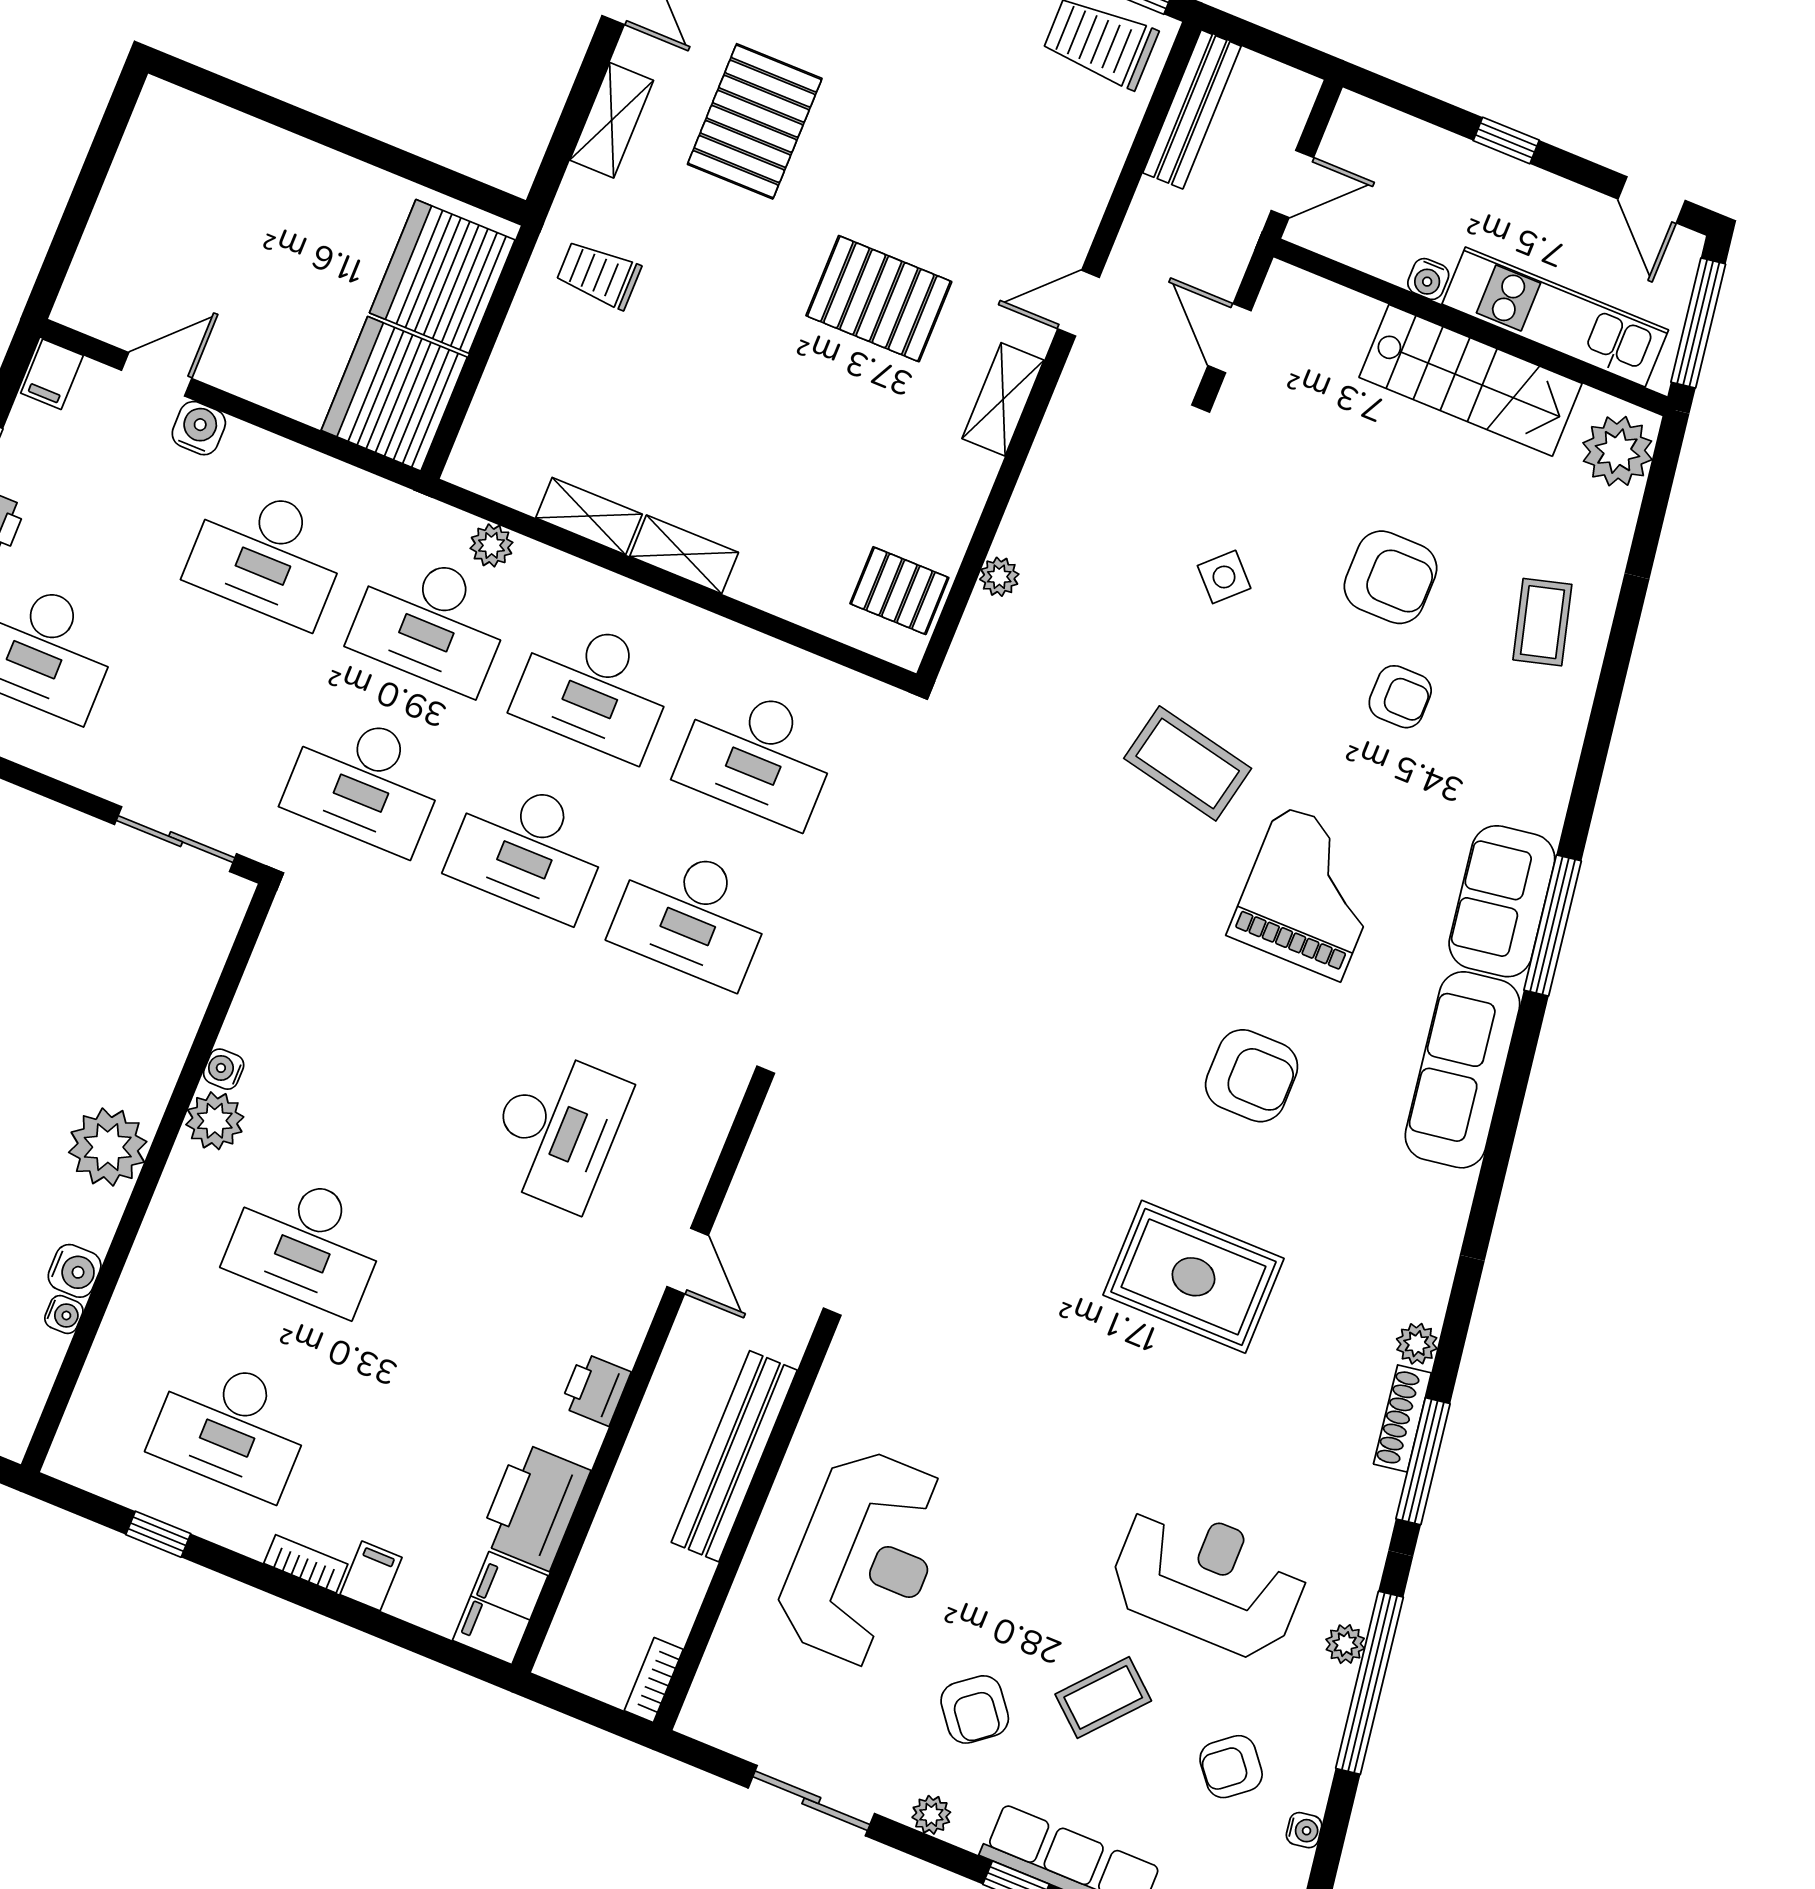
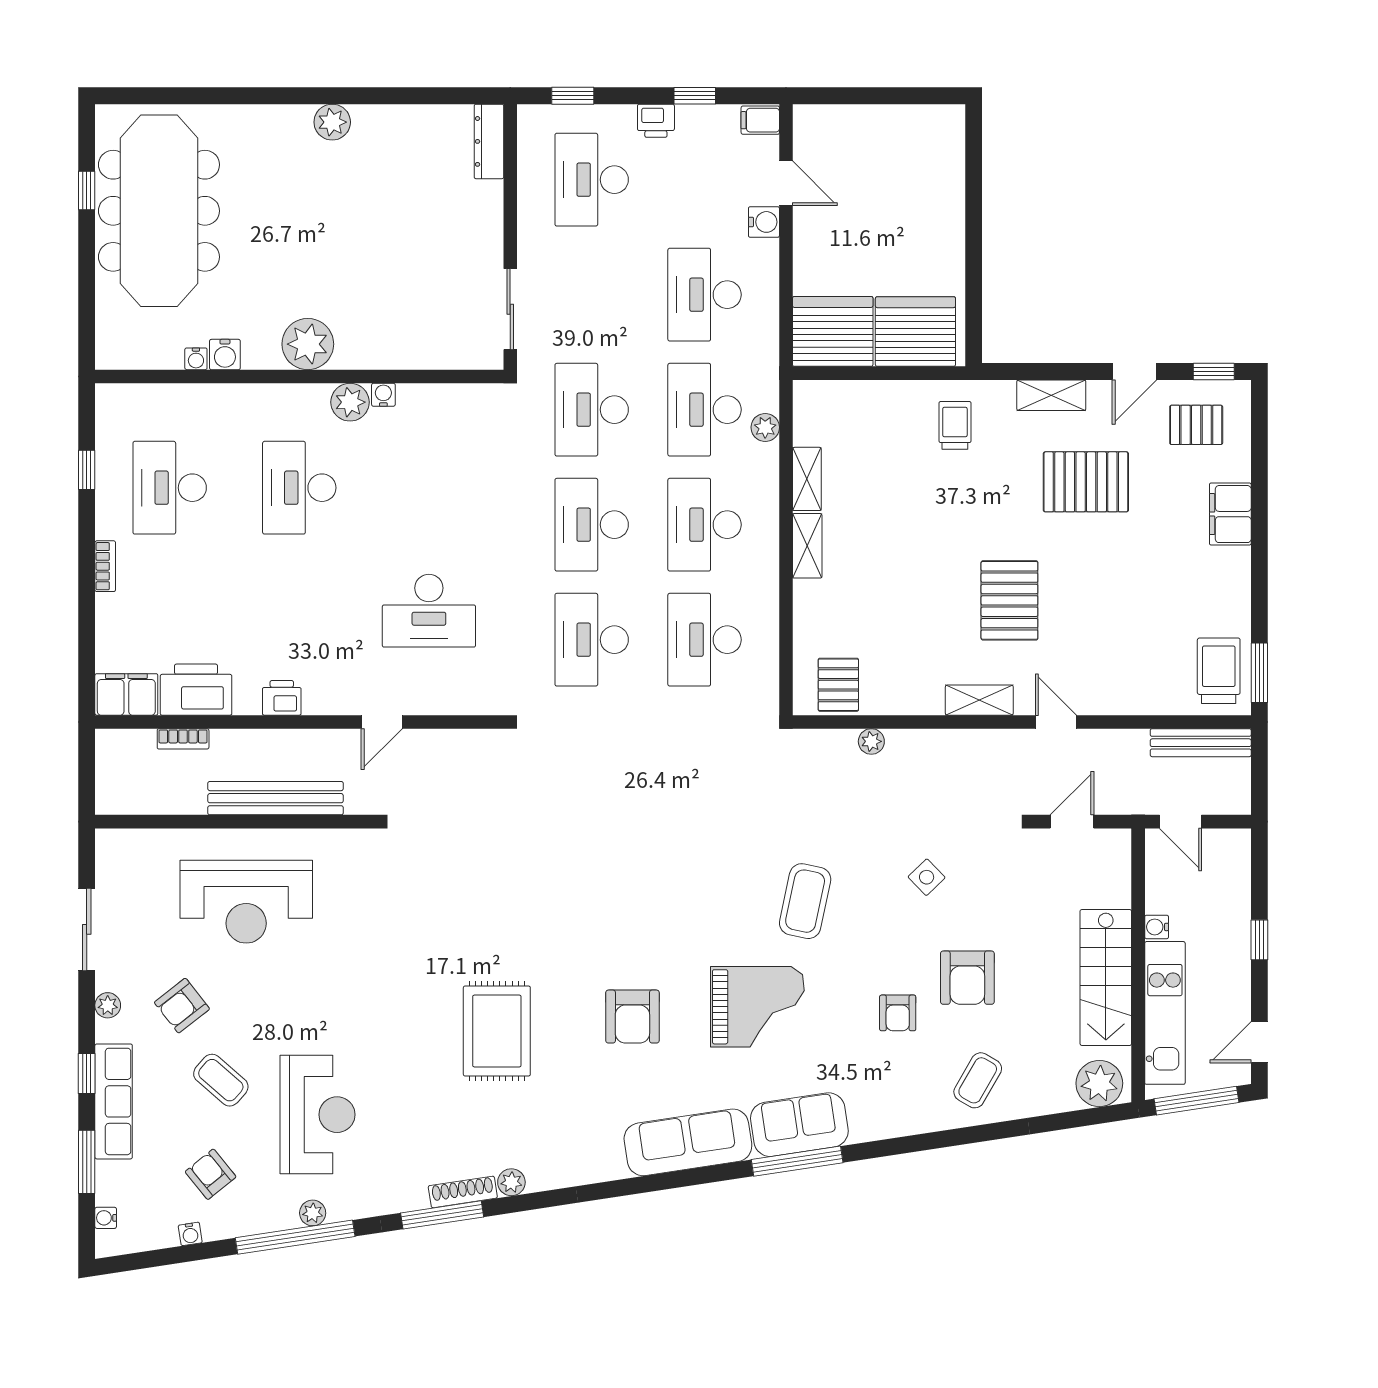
coffee table: (1542, 622) -> (978, 1080), turned -45
filing cabinet: (371, 1576) -> (114, 608), removed
bookcase: (654, 1680) -> (183, 739), moved, turned 180

